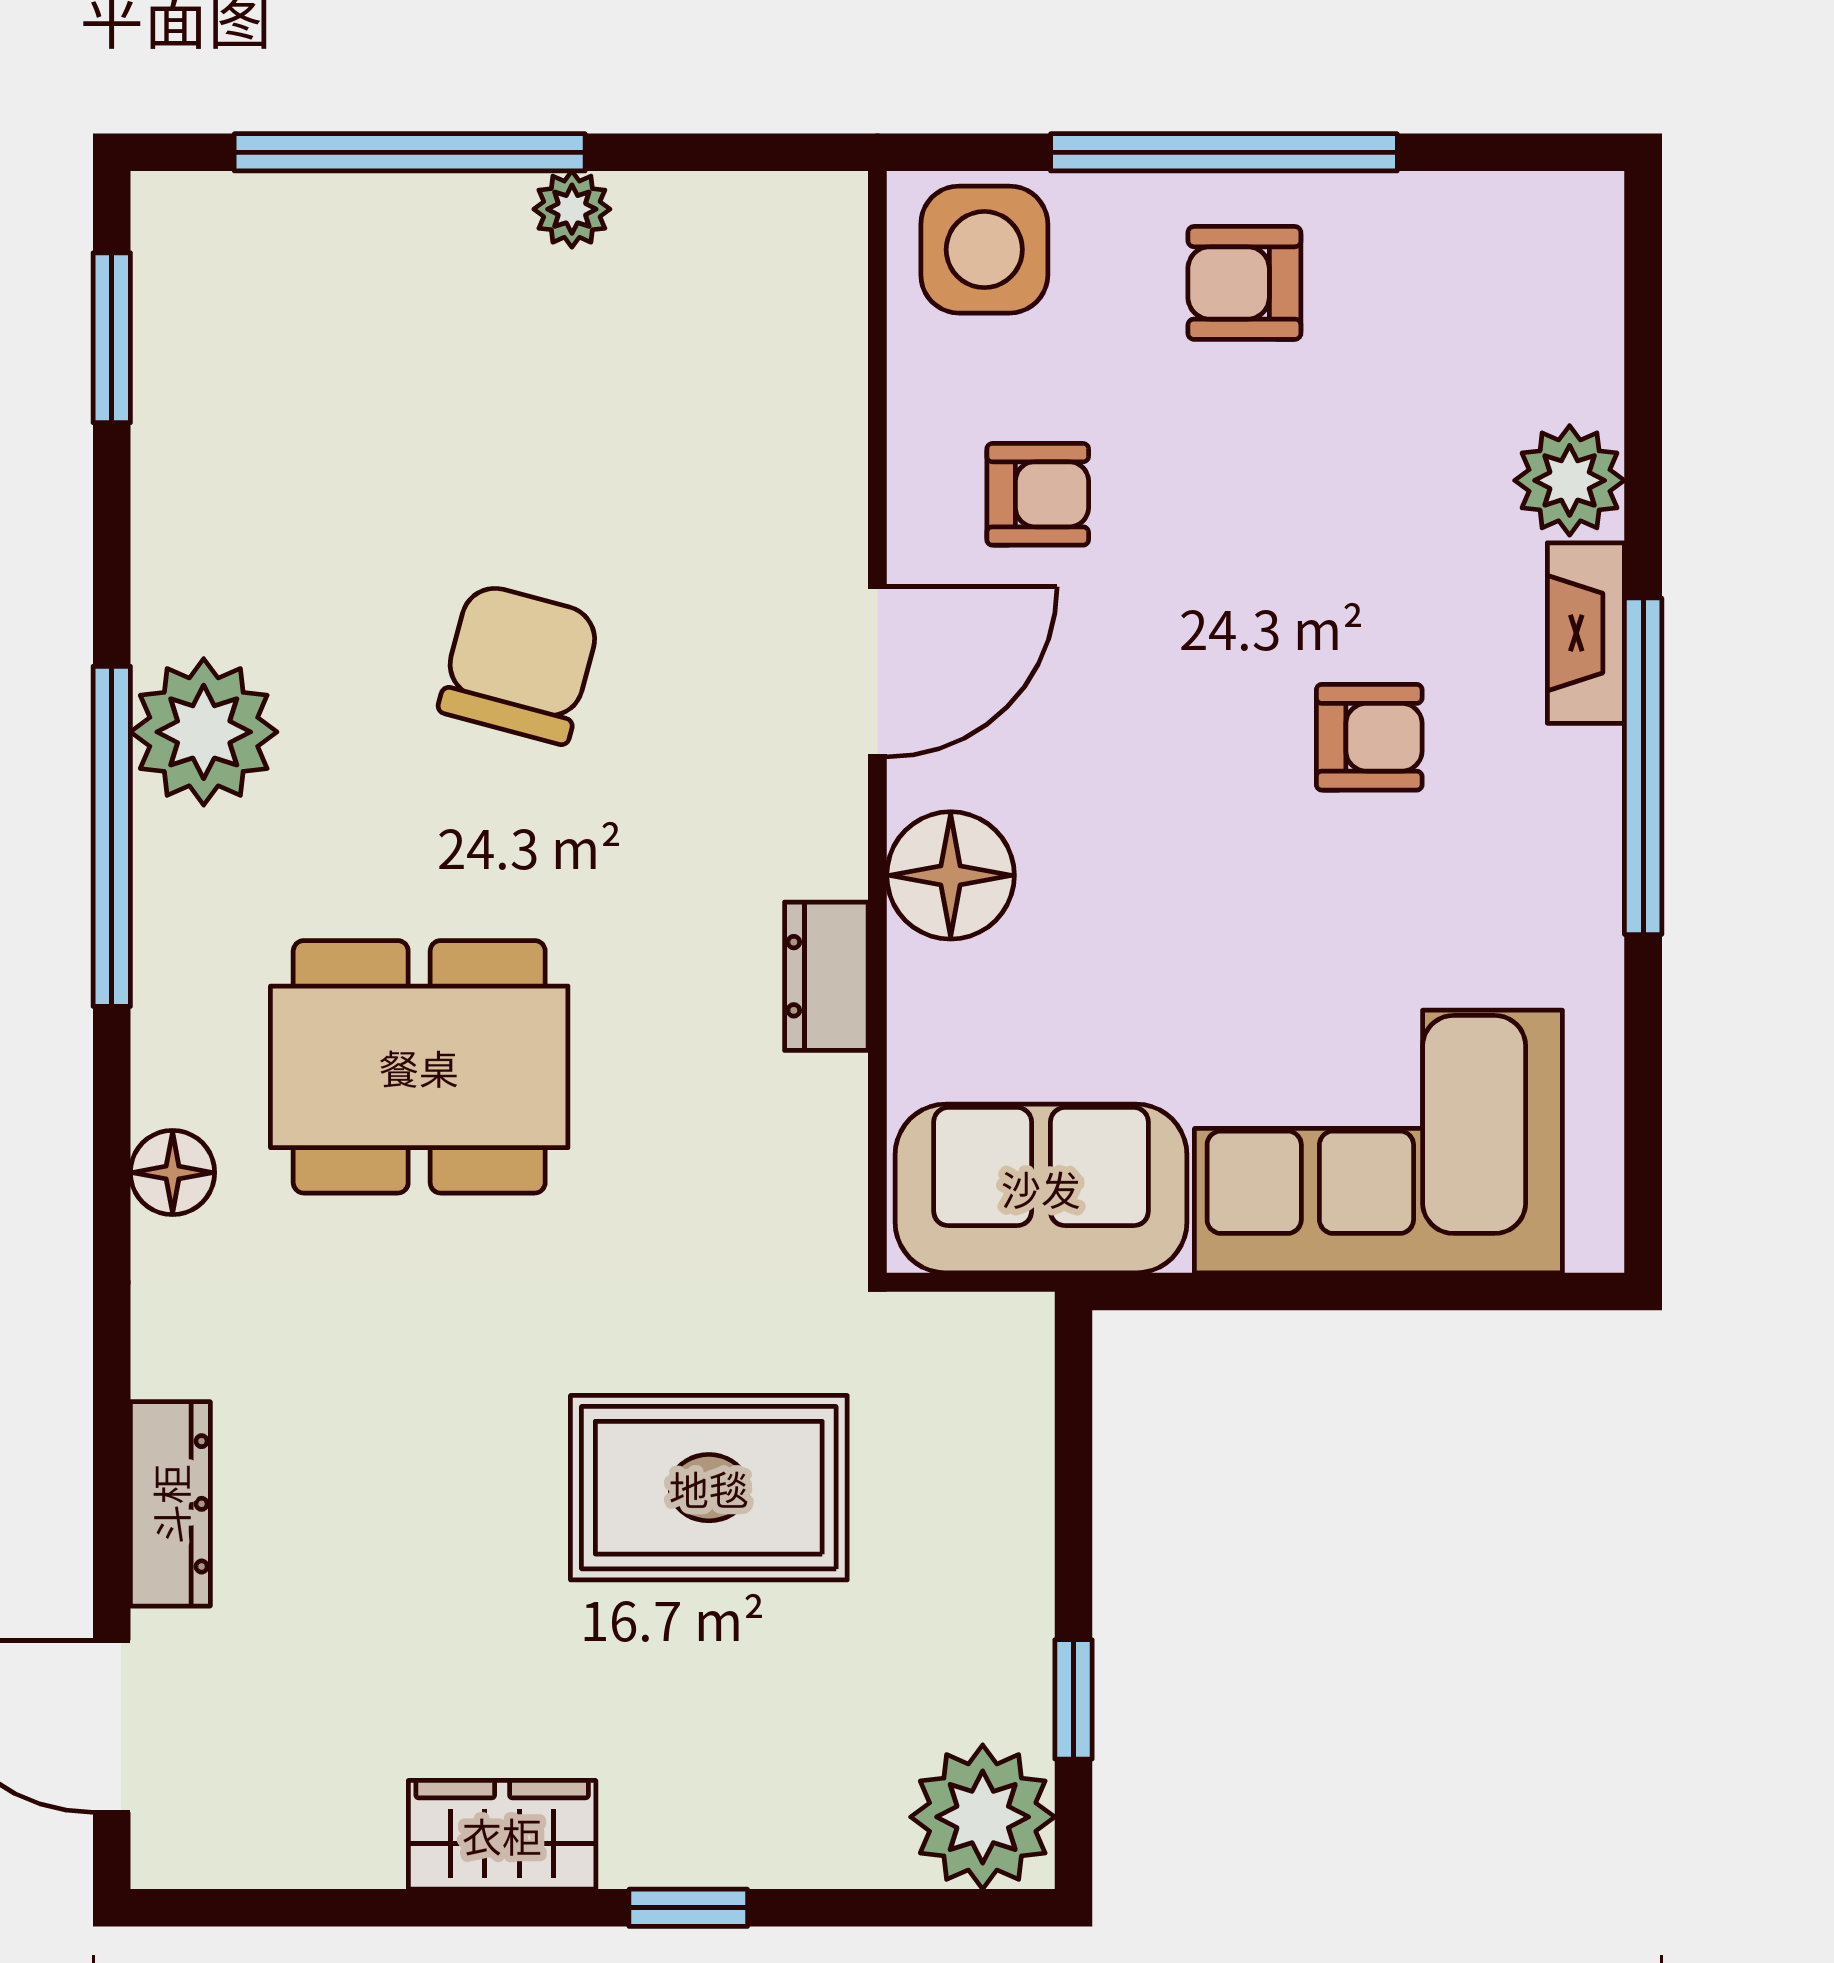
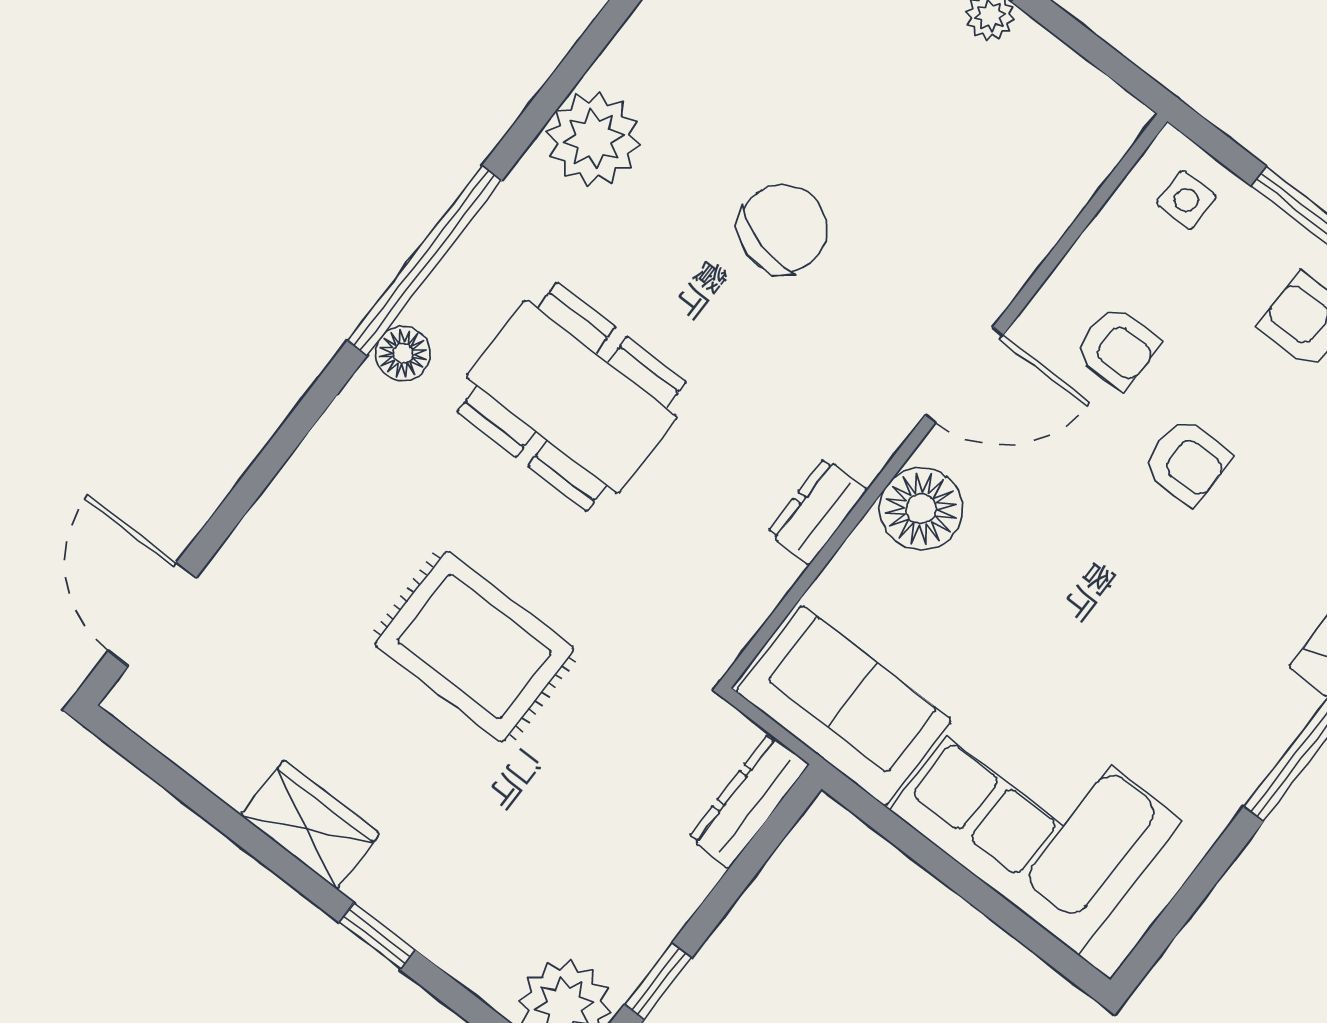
side table: (984, 250) -> (1186, 200), width x0.54, depth x0.54
armchair: (1369, 737) -> (1187, 462), moved
window: (112, 836) -> (425, 260), moved
rug: (709, 1488) -> (475, 647), moved
dresser: (170, 1504) -> (749, 801), moved, turned 180

